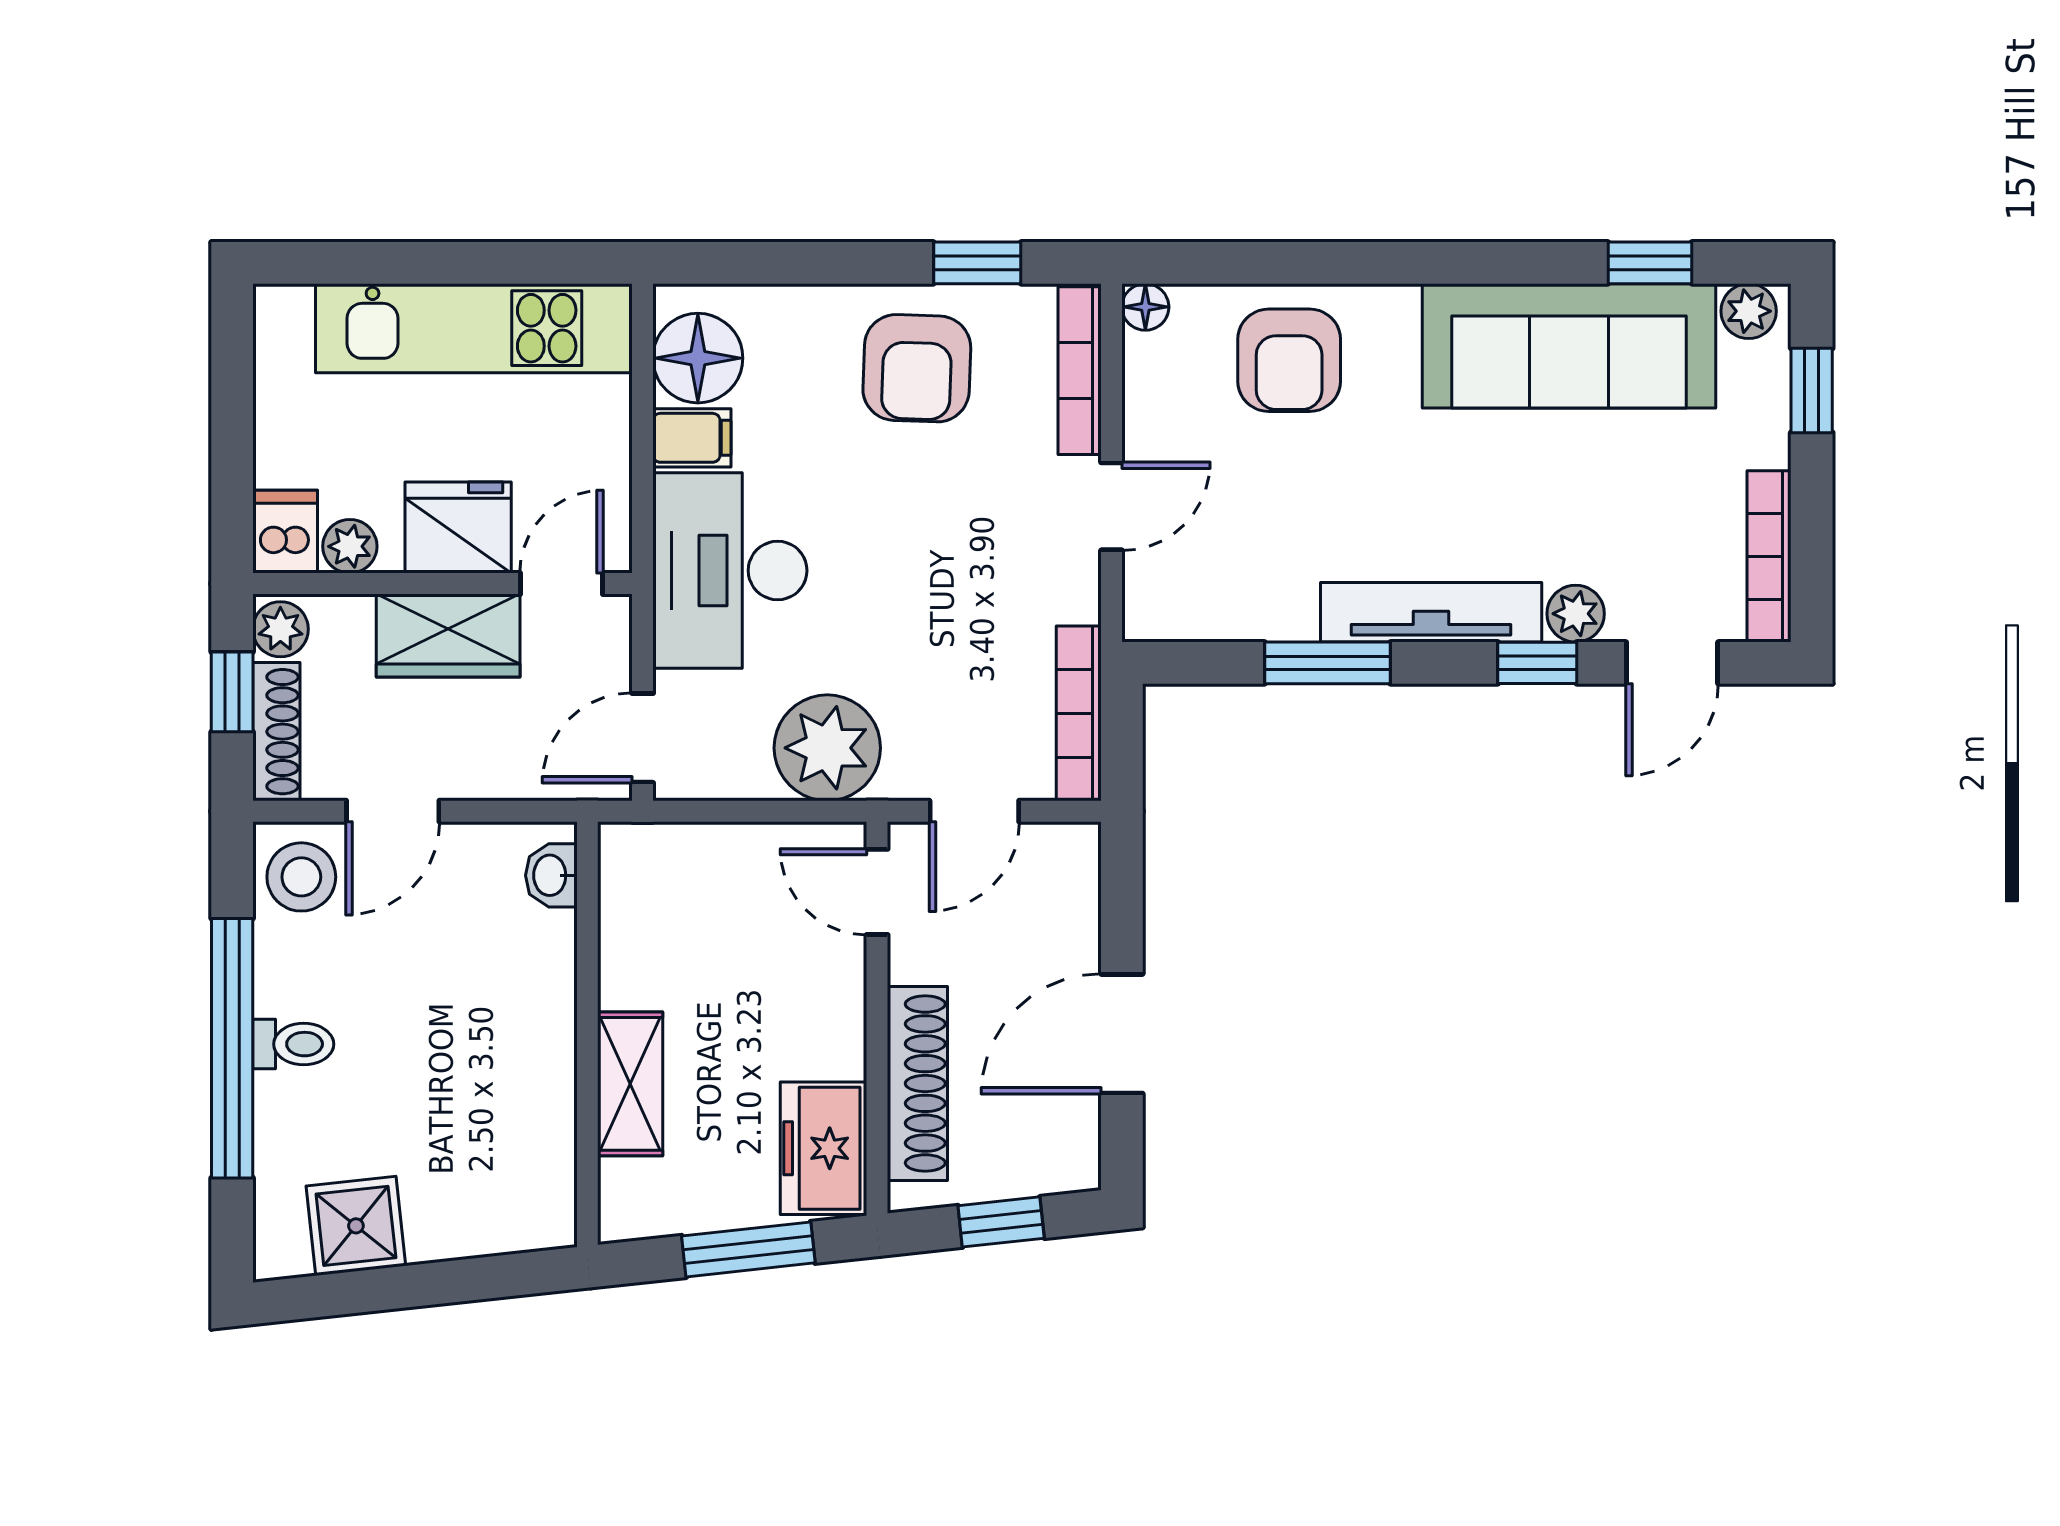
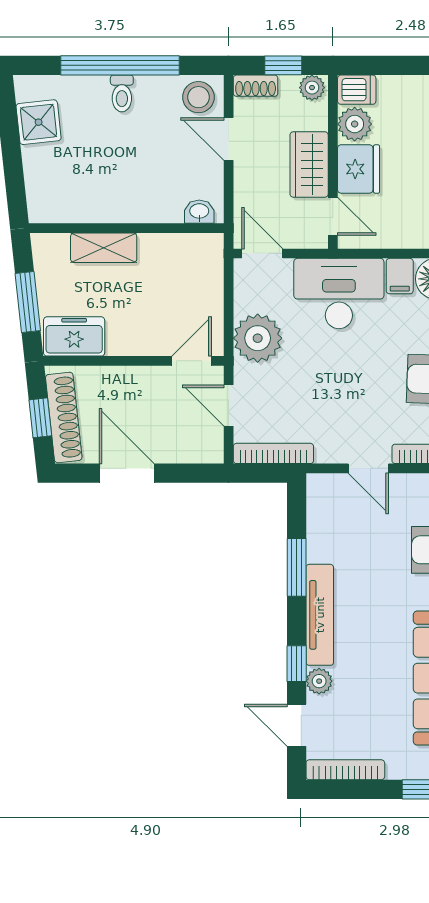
plant: (350, 546) -> (355, 124), width x1.38, depth x1.38
shoe rack: (276, 732) -> (256, 86), width x0.70
shoe rack: (917, 1083) -> (64, 417), moved, turned -96

